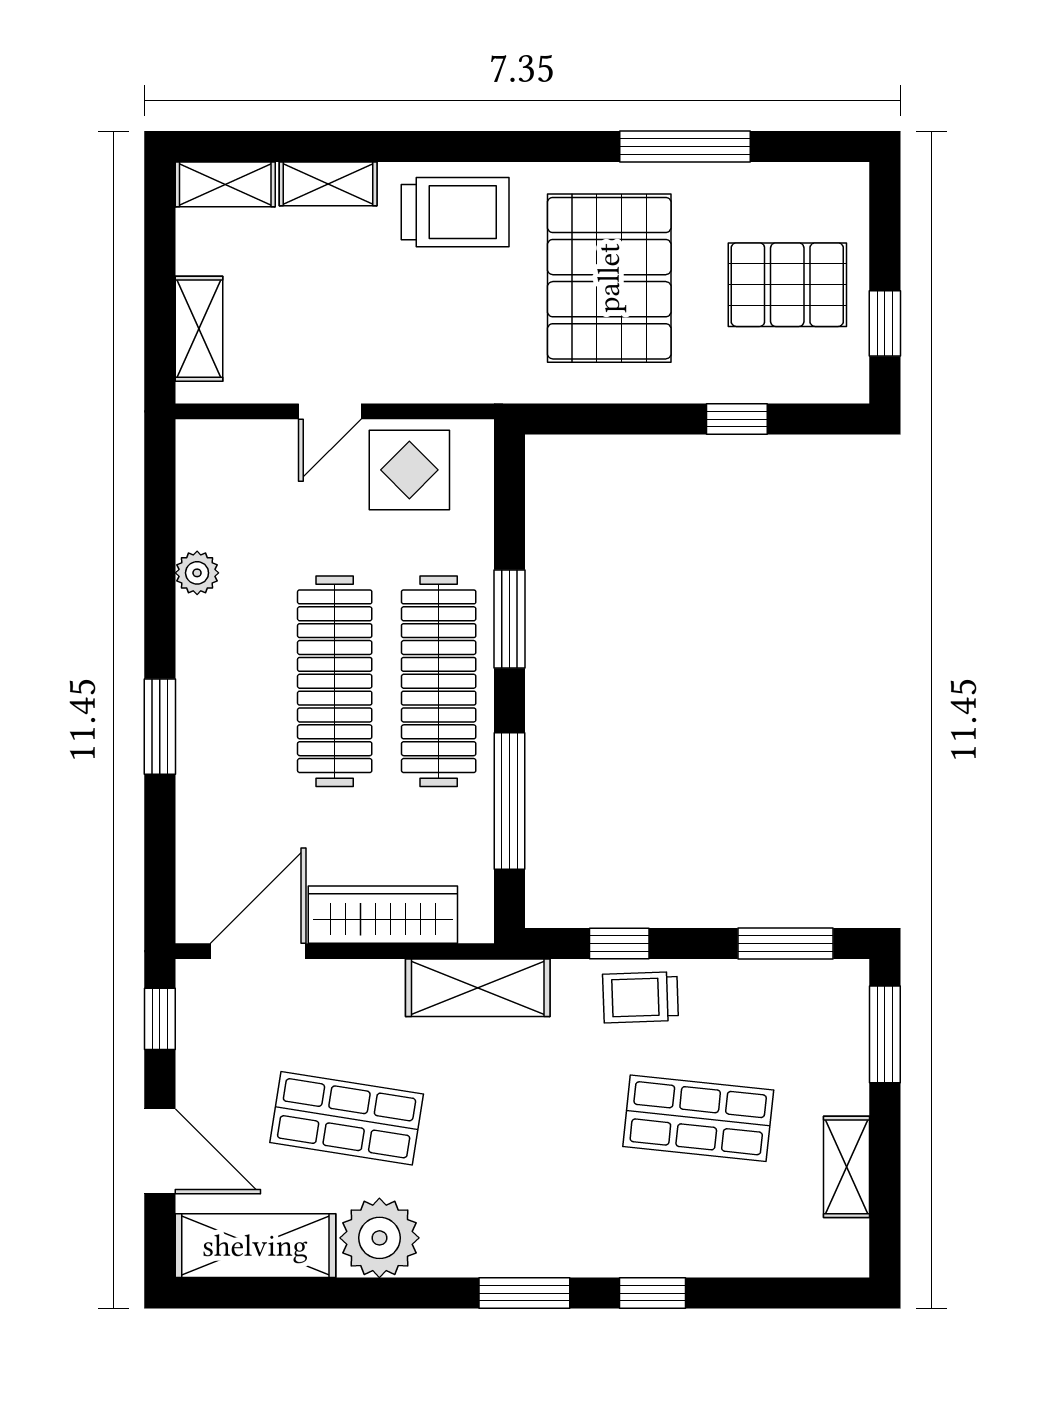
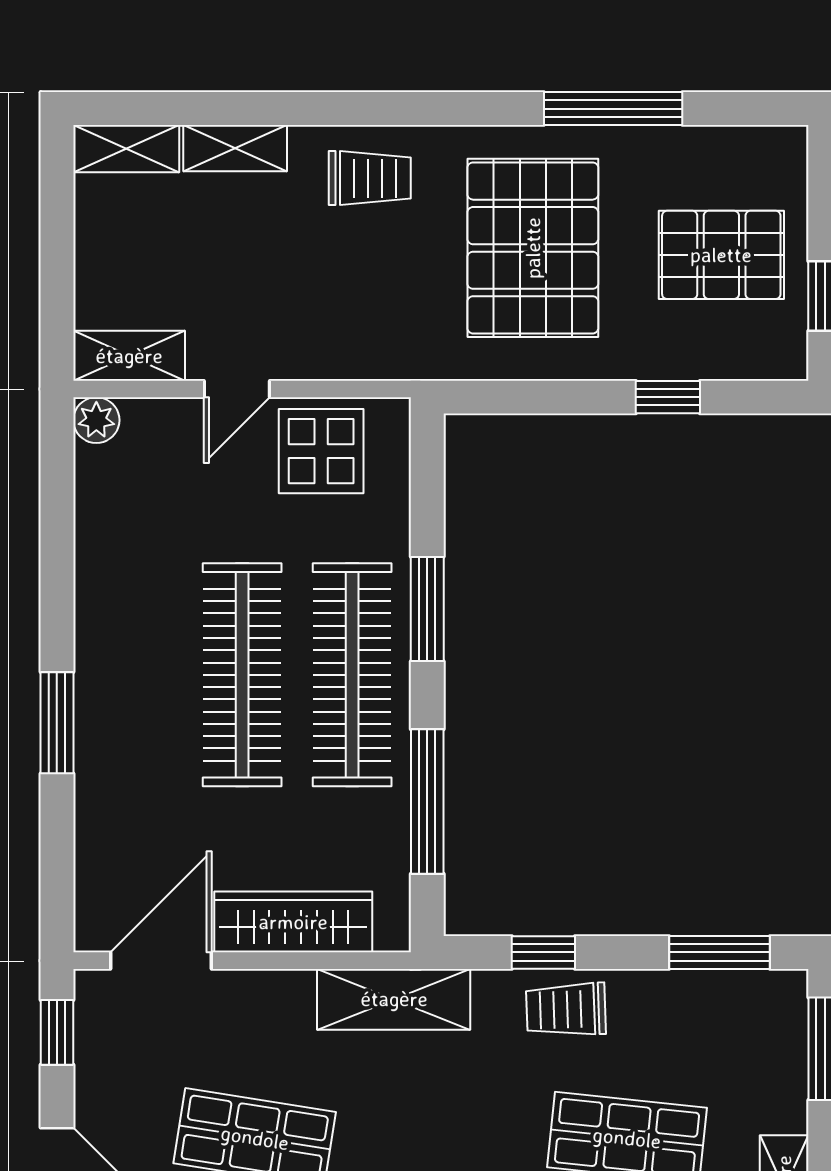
trolley: (455, 212) -> (370, 178), width x0.73, depth x0.72
shelving: (199, 329) -> (129, 356), moved, turned 90
plant: (197, 573) -> (96, 420), moved

